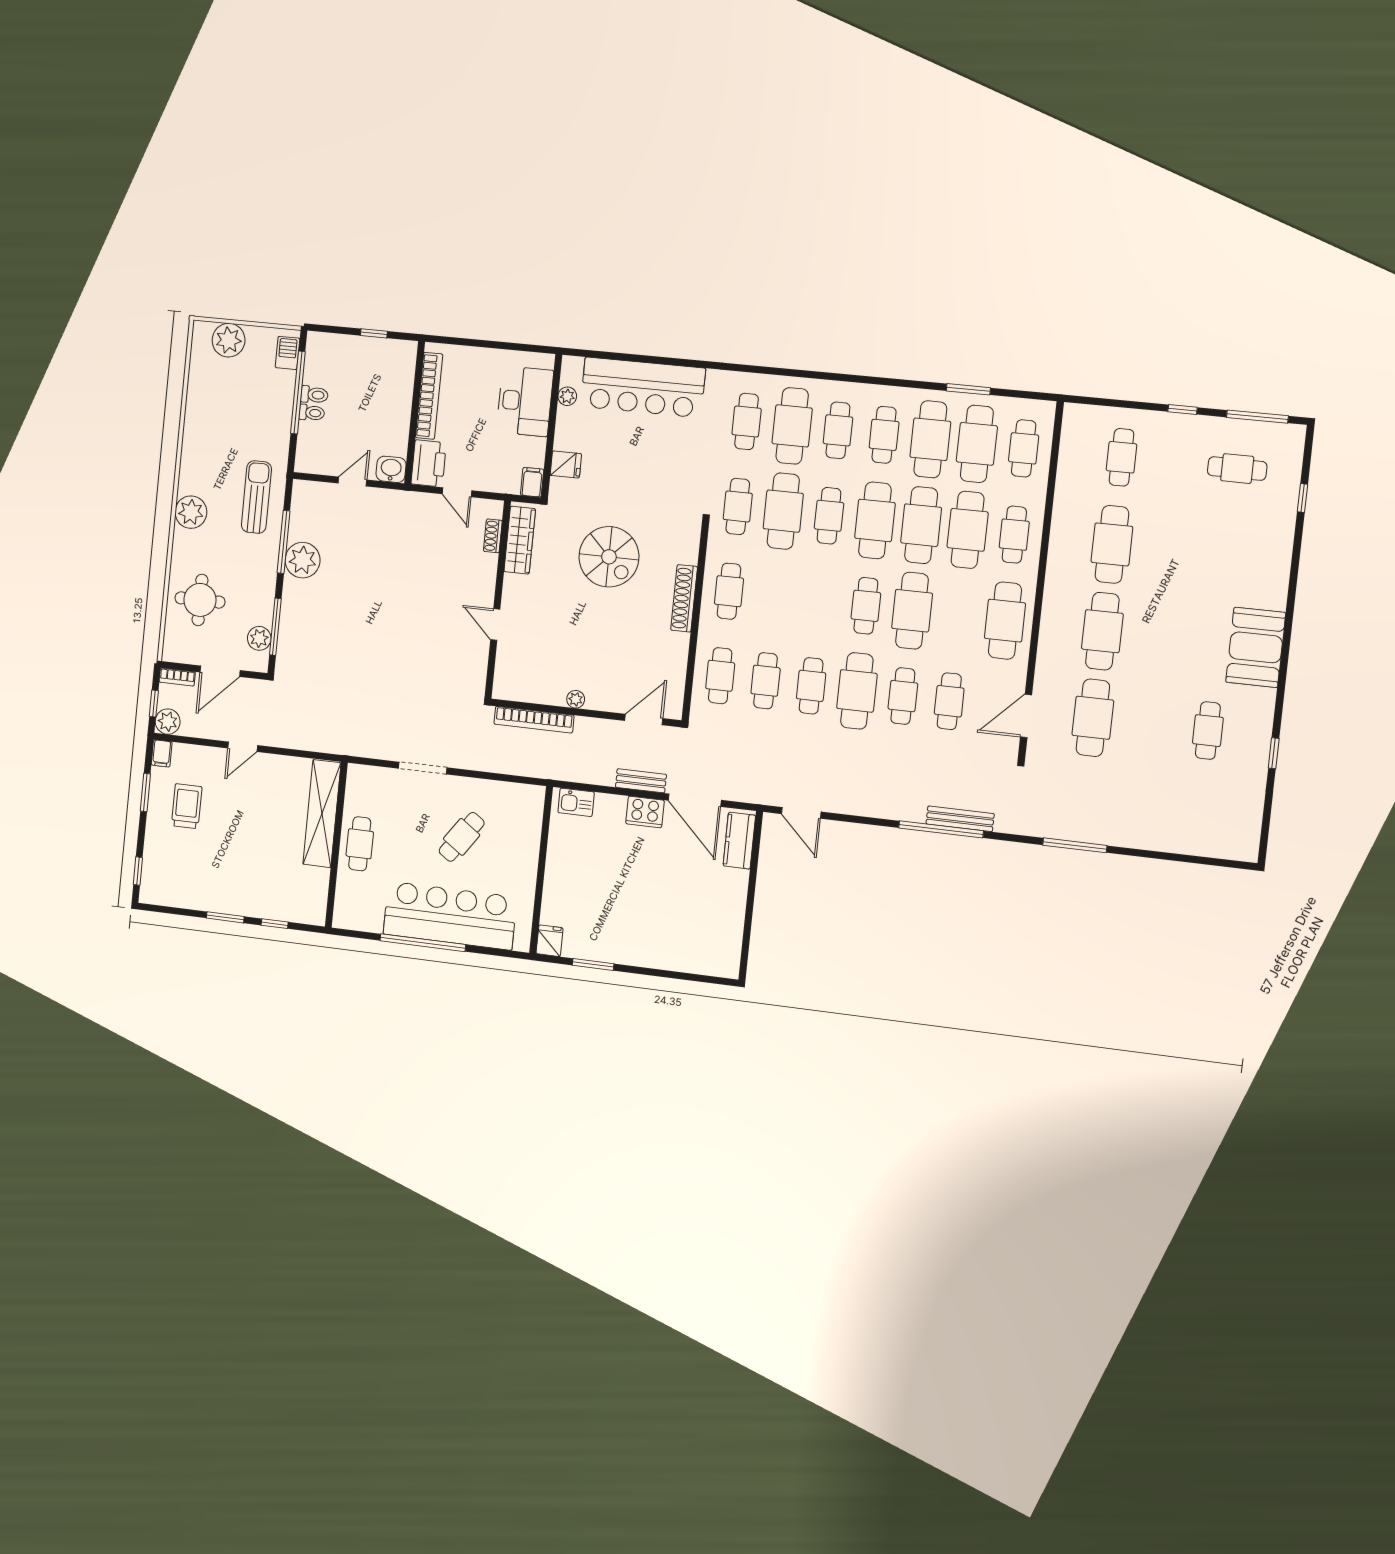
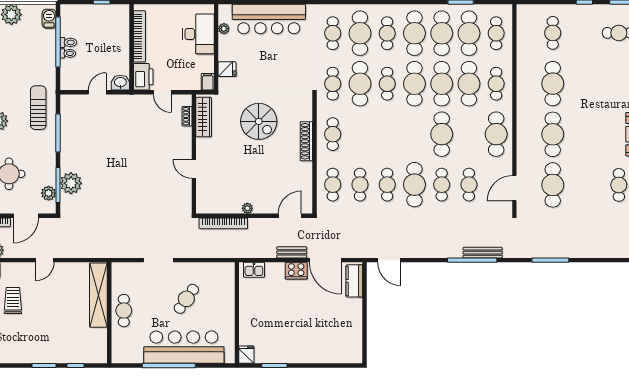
cafe table: (884, 435) -> (414, 33), width x1.37, depth x1.35
plant: (303, 560) -> (71, 183), moved
cafe table: (866, 606) -> (414, 134), removed

